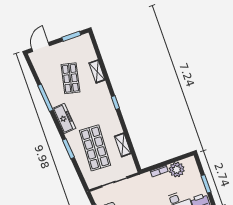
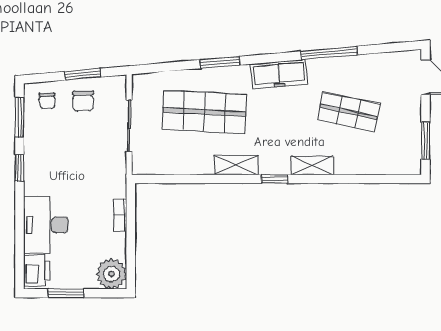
shelving: (97, 71) -> (312, 165), moved
shelving: (123, 145) -> (236, 165), moved
plant: (177, 170) -> (111, 274), moved

